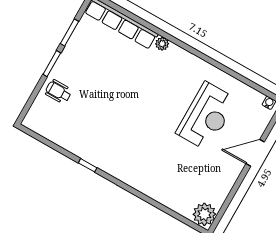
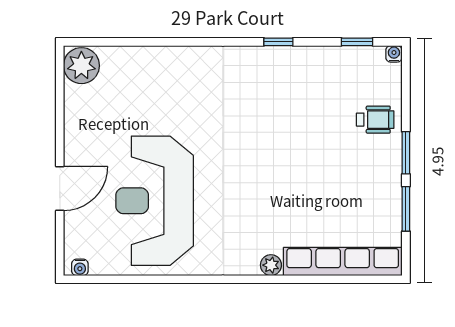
reception desk: (206, 116) -> (155, 201), width x1.36, depth x1.30
water cooler: (27, 122) -> (394, 54), added
window: (44, 141) -> (357, 42), added

